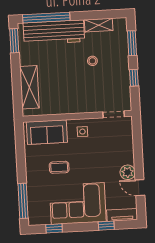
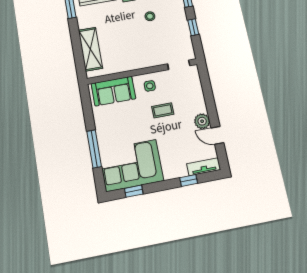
coffee table: (59, 167) -> (163, 110), moved
window: (23, 201) -> (94, 149), moved
corner sofa: (78, 204) -> (131, 165), moved

